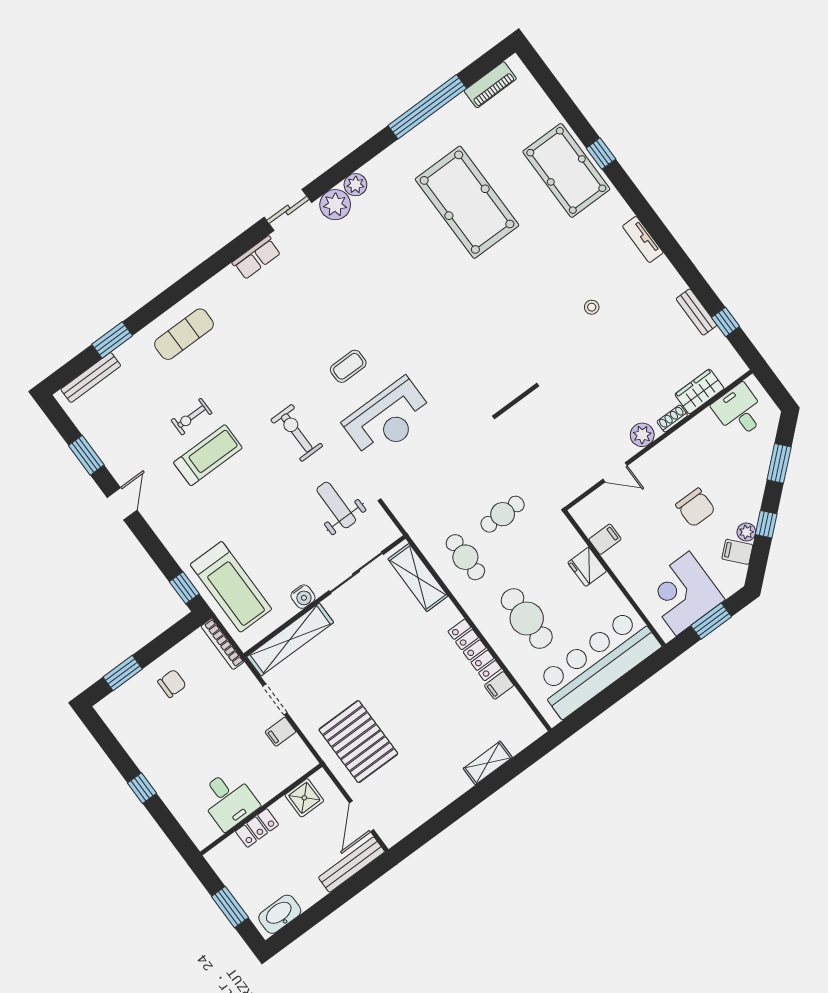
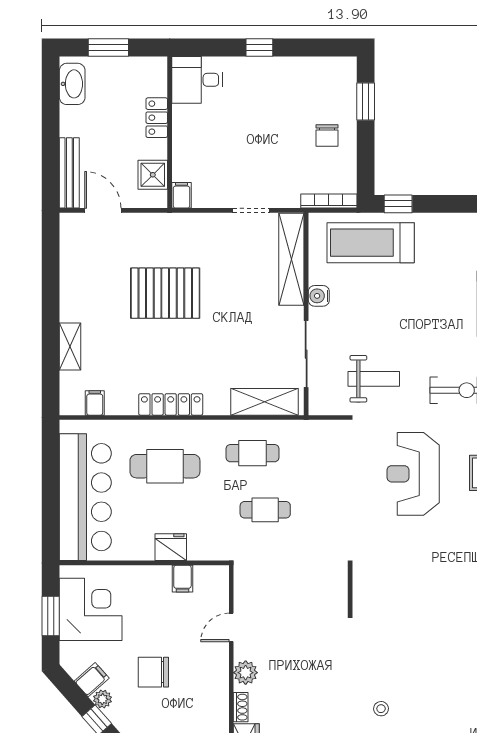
cafe table: (503, 514) -> (265, 510), turned 90
filing cabinet: (499, 685) -> (95, 403), moved
filing cabinet: (280, 732) -> (181, 195), moved
pallet: (358, 742) -> (165, 293), moved
desk: (228, 800) -> (197, 80), moved

